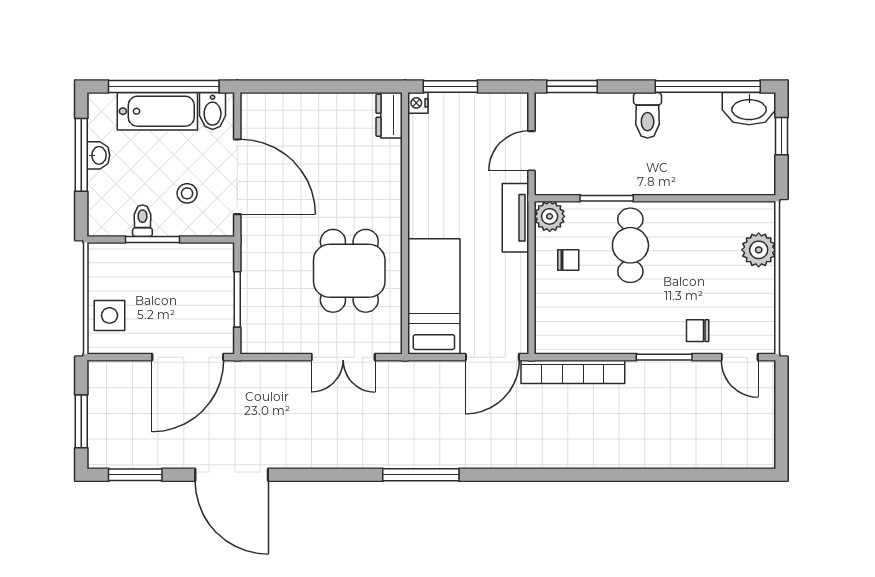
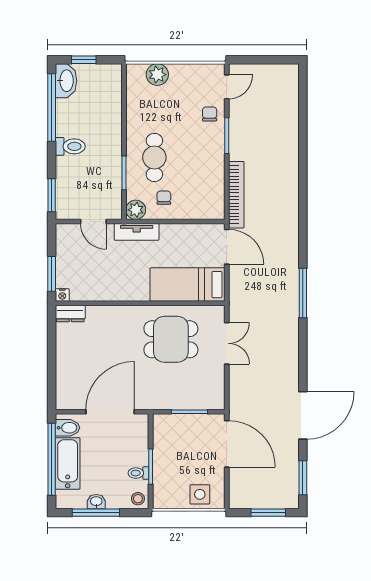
stool: (187, 193) -> (138, 499), moved
cafe table: (630, 245) -> (154, 157), turned 90
chair: (698, 331) -> (210, 114), turned 180

